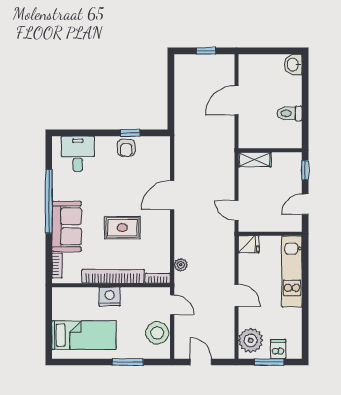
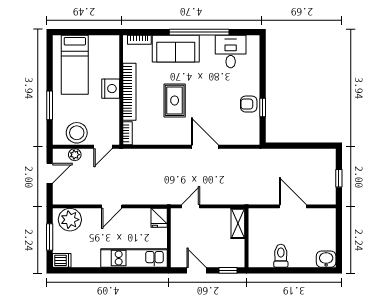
desk: (78, 154) -> (231, 51), moved, turned -90
plant: (181, 265) -> (75, 155), moved
dishwasher: (278, 349) -> (62, 260), moved

